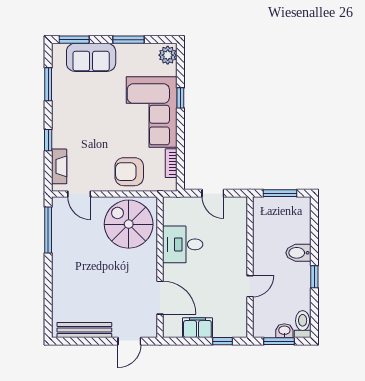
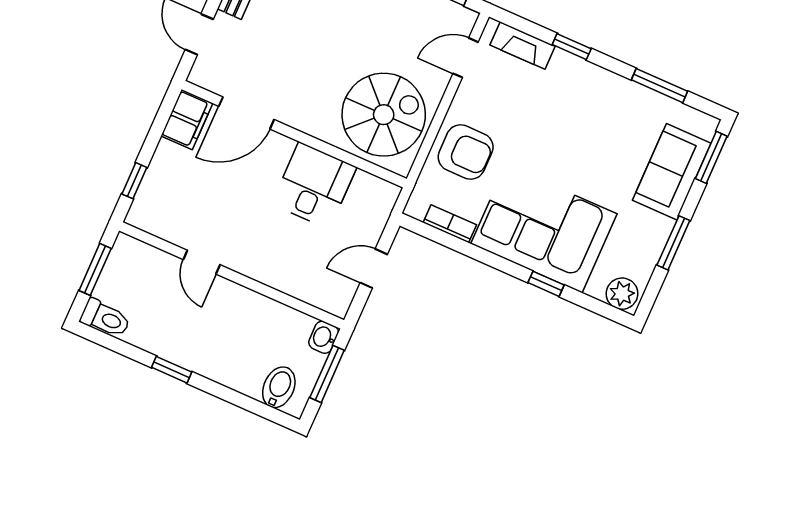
armchair: (129, 172) -> (466, 152), turned 90
bidet: (298, 253) -> (279, 387), moved
filing cabinet: (197, 328) -> (187, 120), moved
washbasin: (284, 331) -> (324, 337), moved, turned 180

